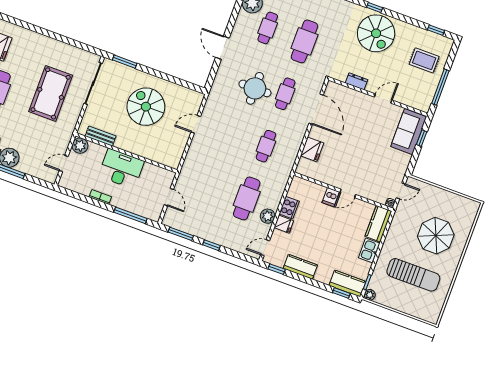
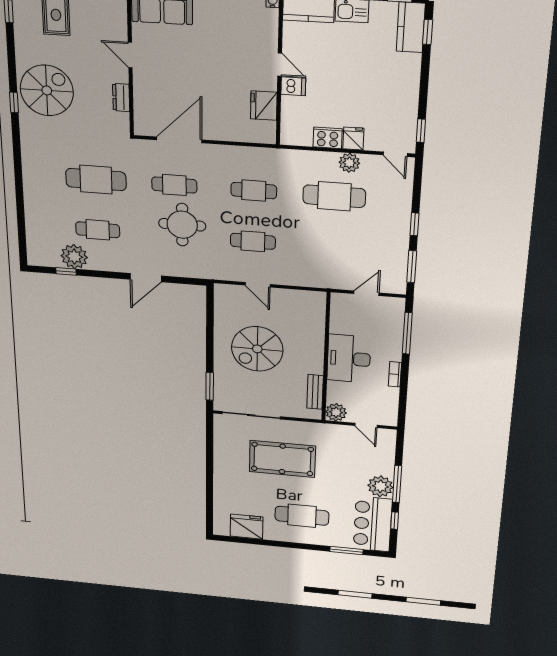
cafe table: (229, 133) -> (253, 241), added
fridge: (312, 149) -> (264, 106), moved, turned -90
kitchen counter: (300, 267) -> (407, 100), removed

